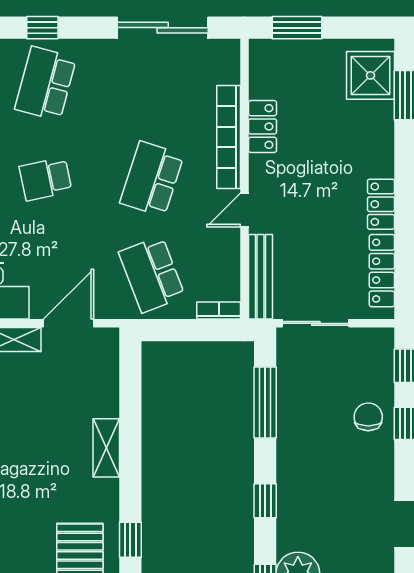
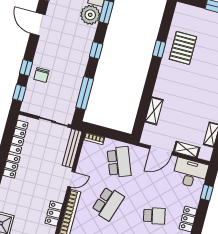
shelving: (106, 448) -> (154, 111), moved

